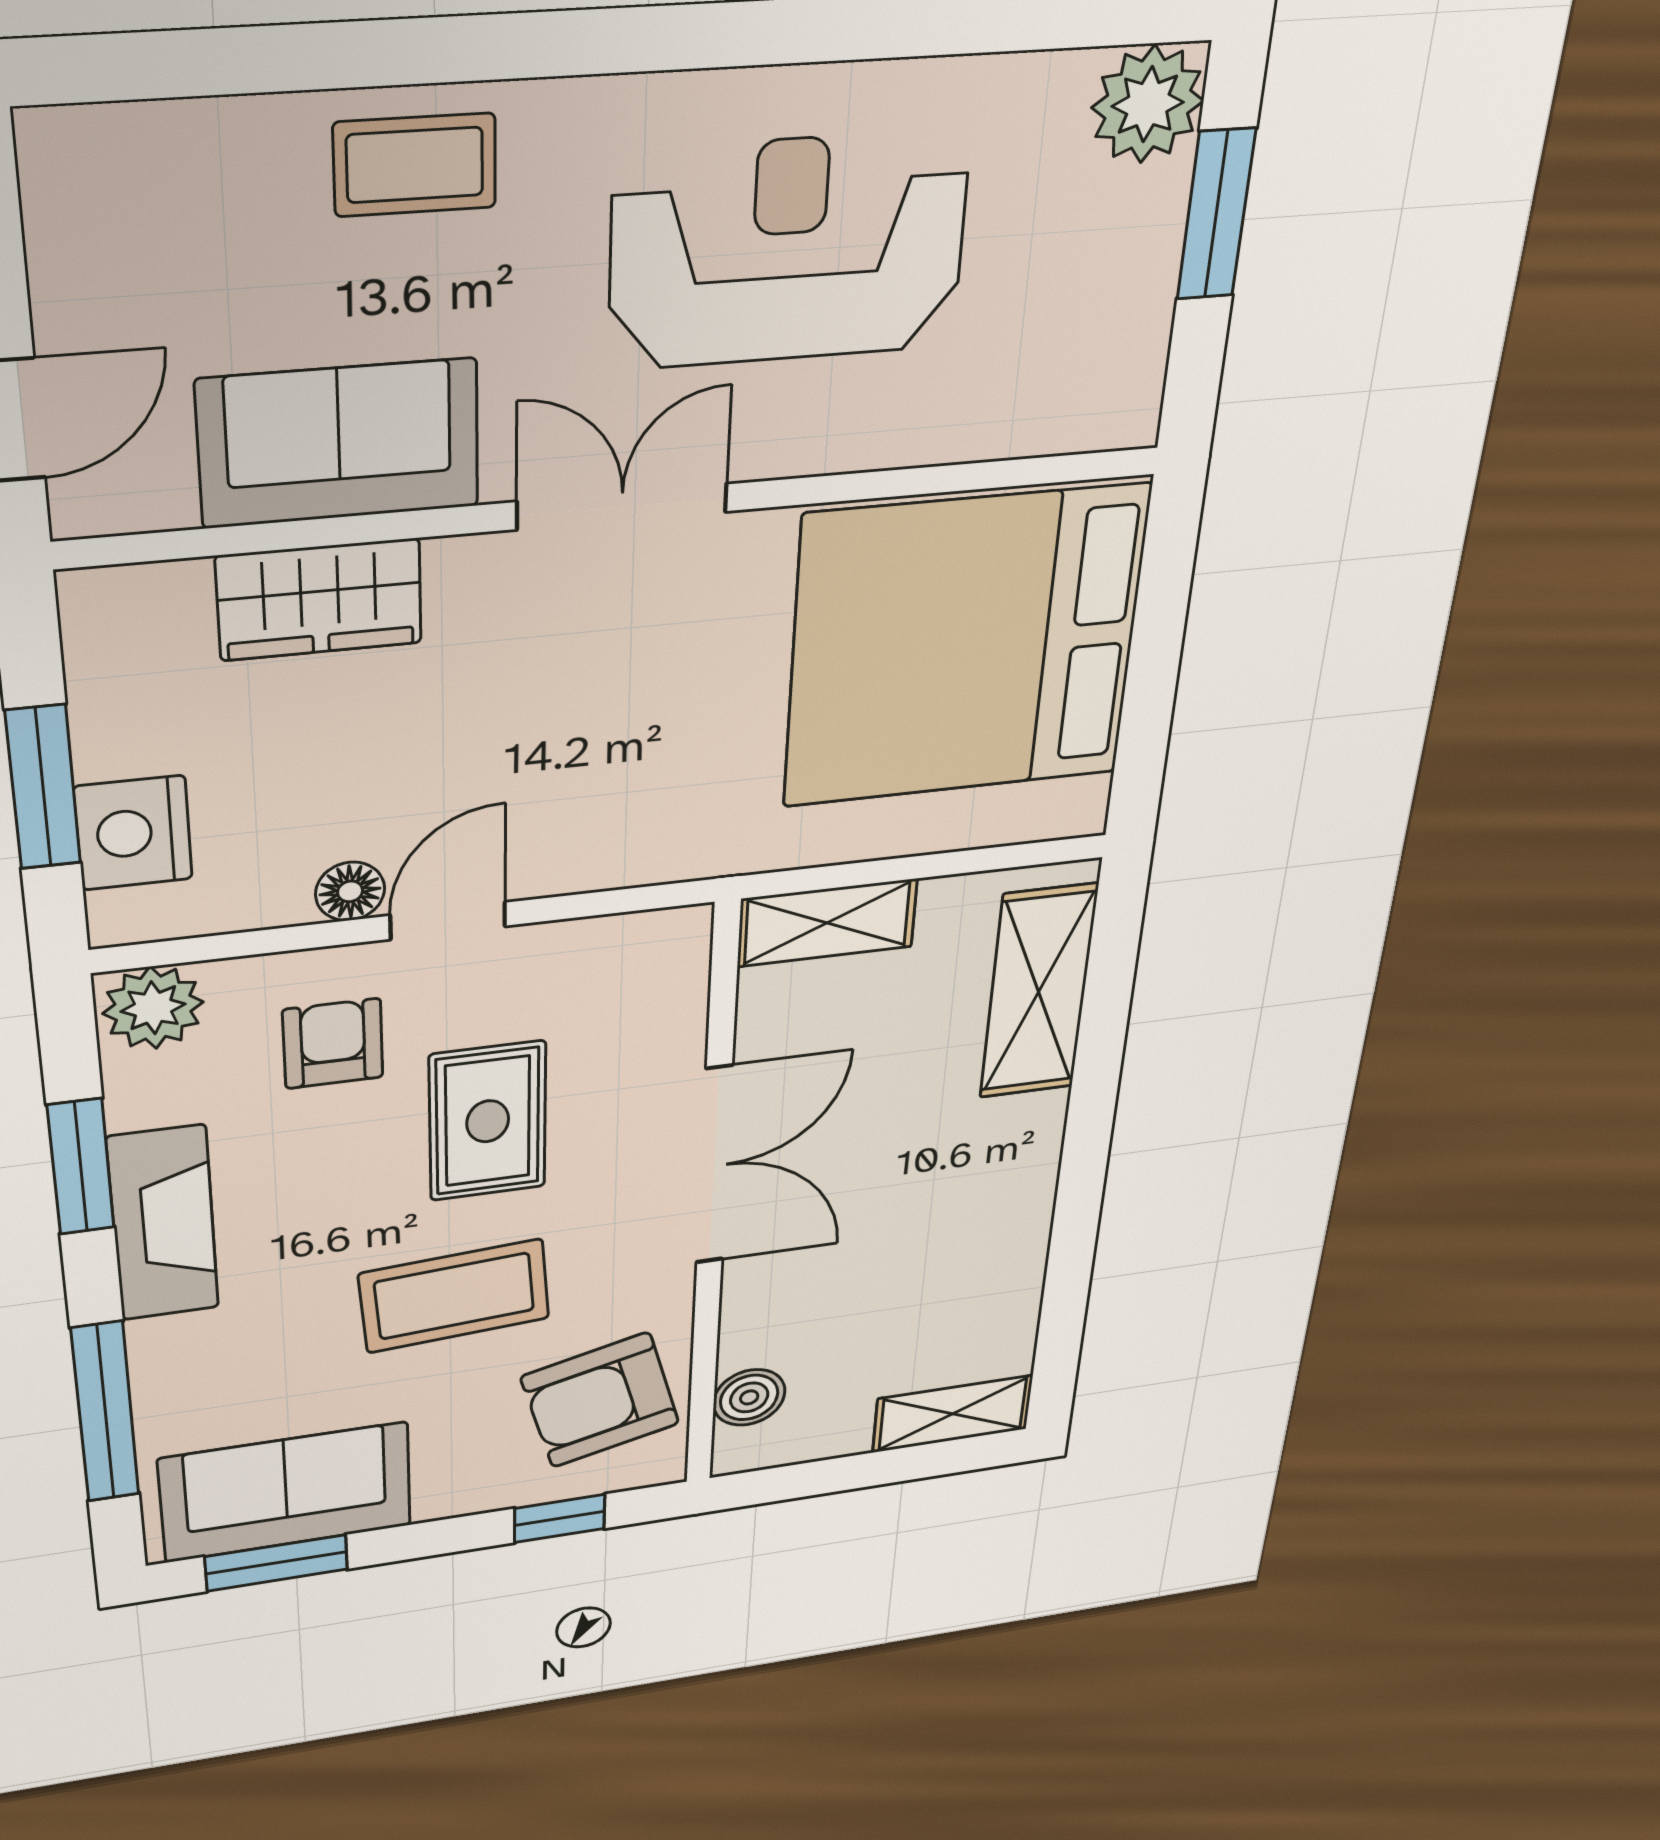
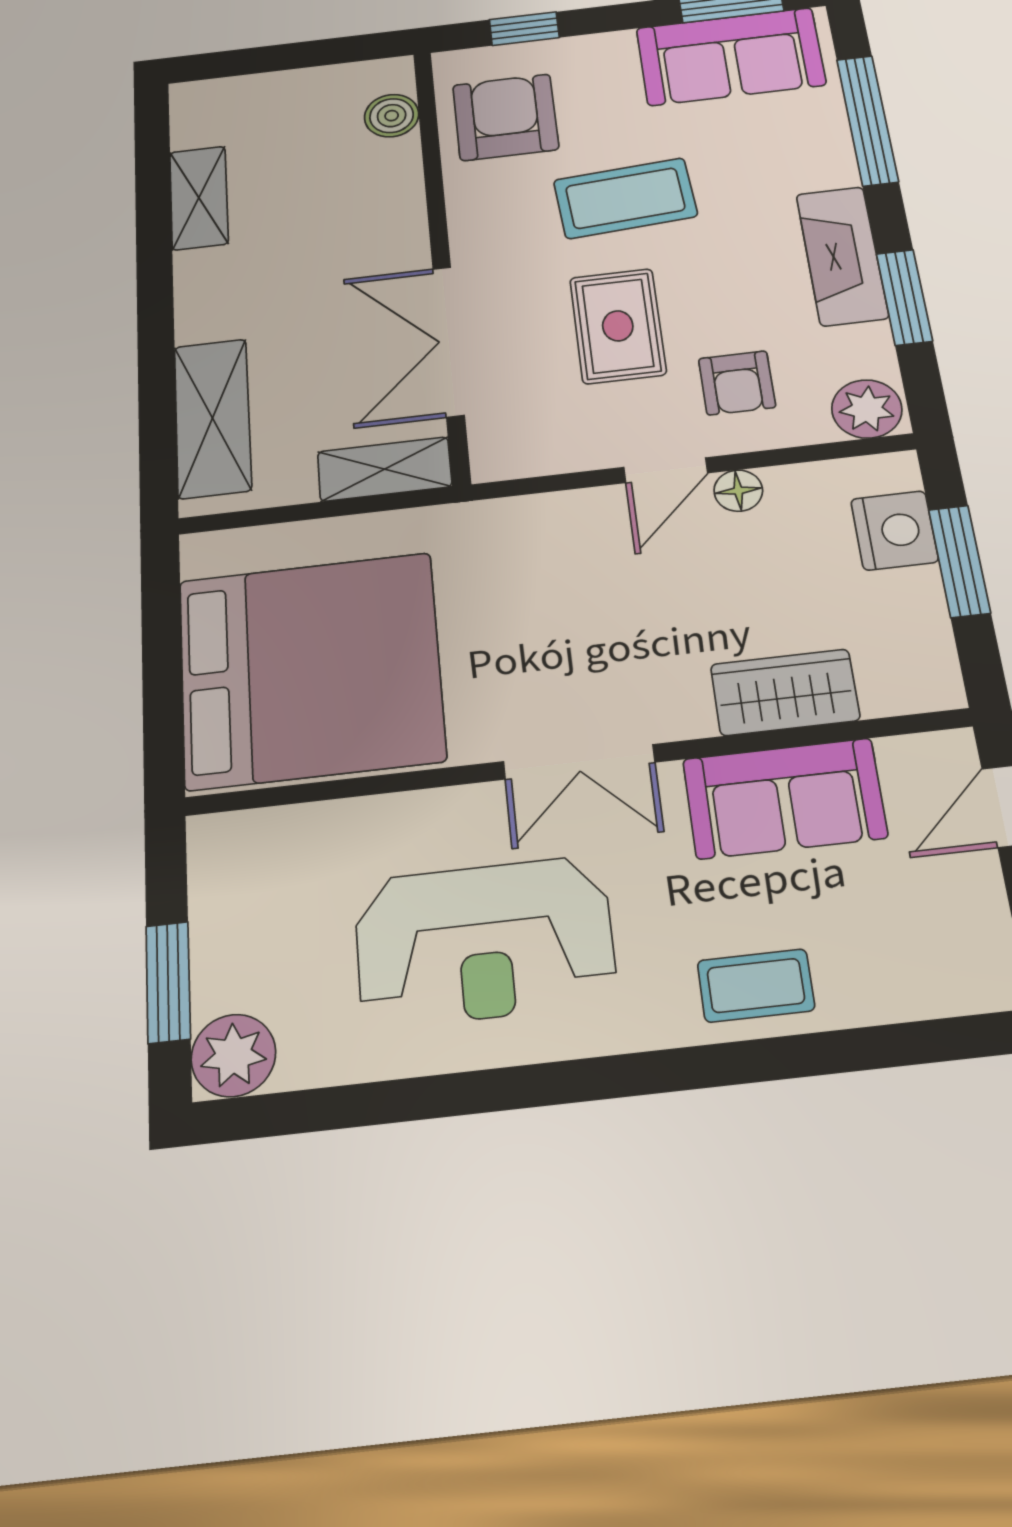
double door: (714, 1166) -> (448, 341), moved
armchair: (600, 1400) -> (505, 117), turned -75
shelving: (953, 1414) -> (199, 198), moved, turned 90

